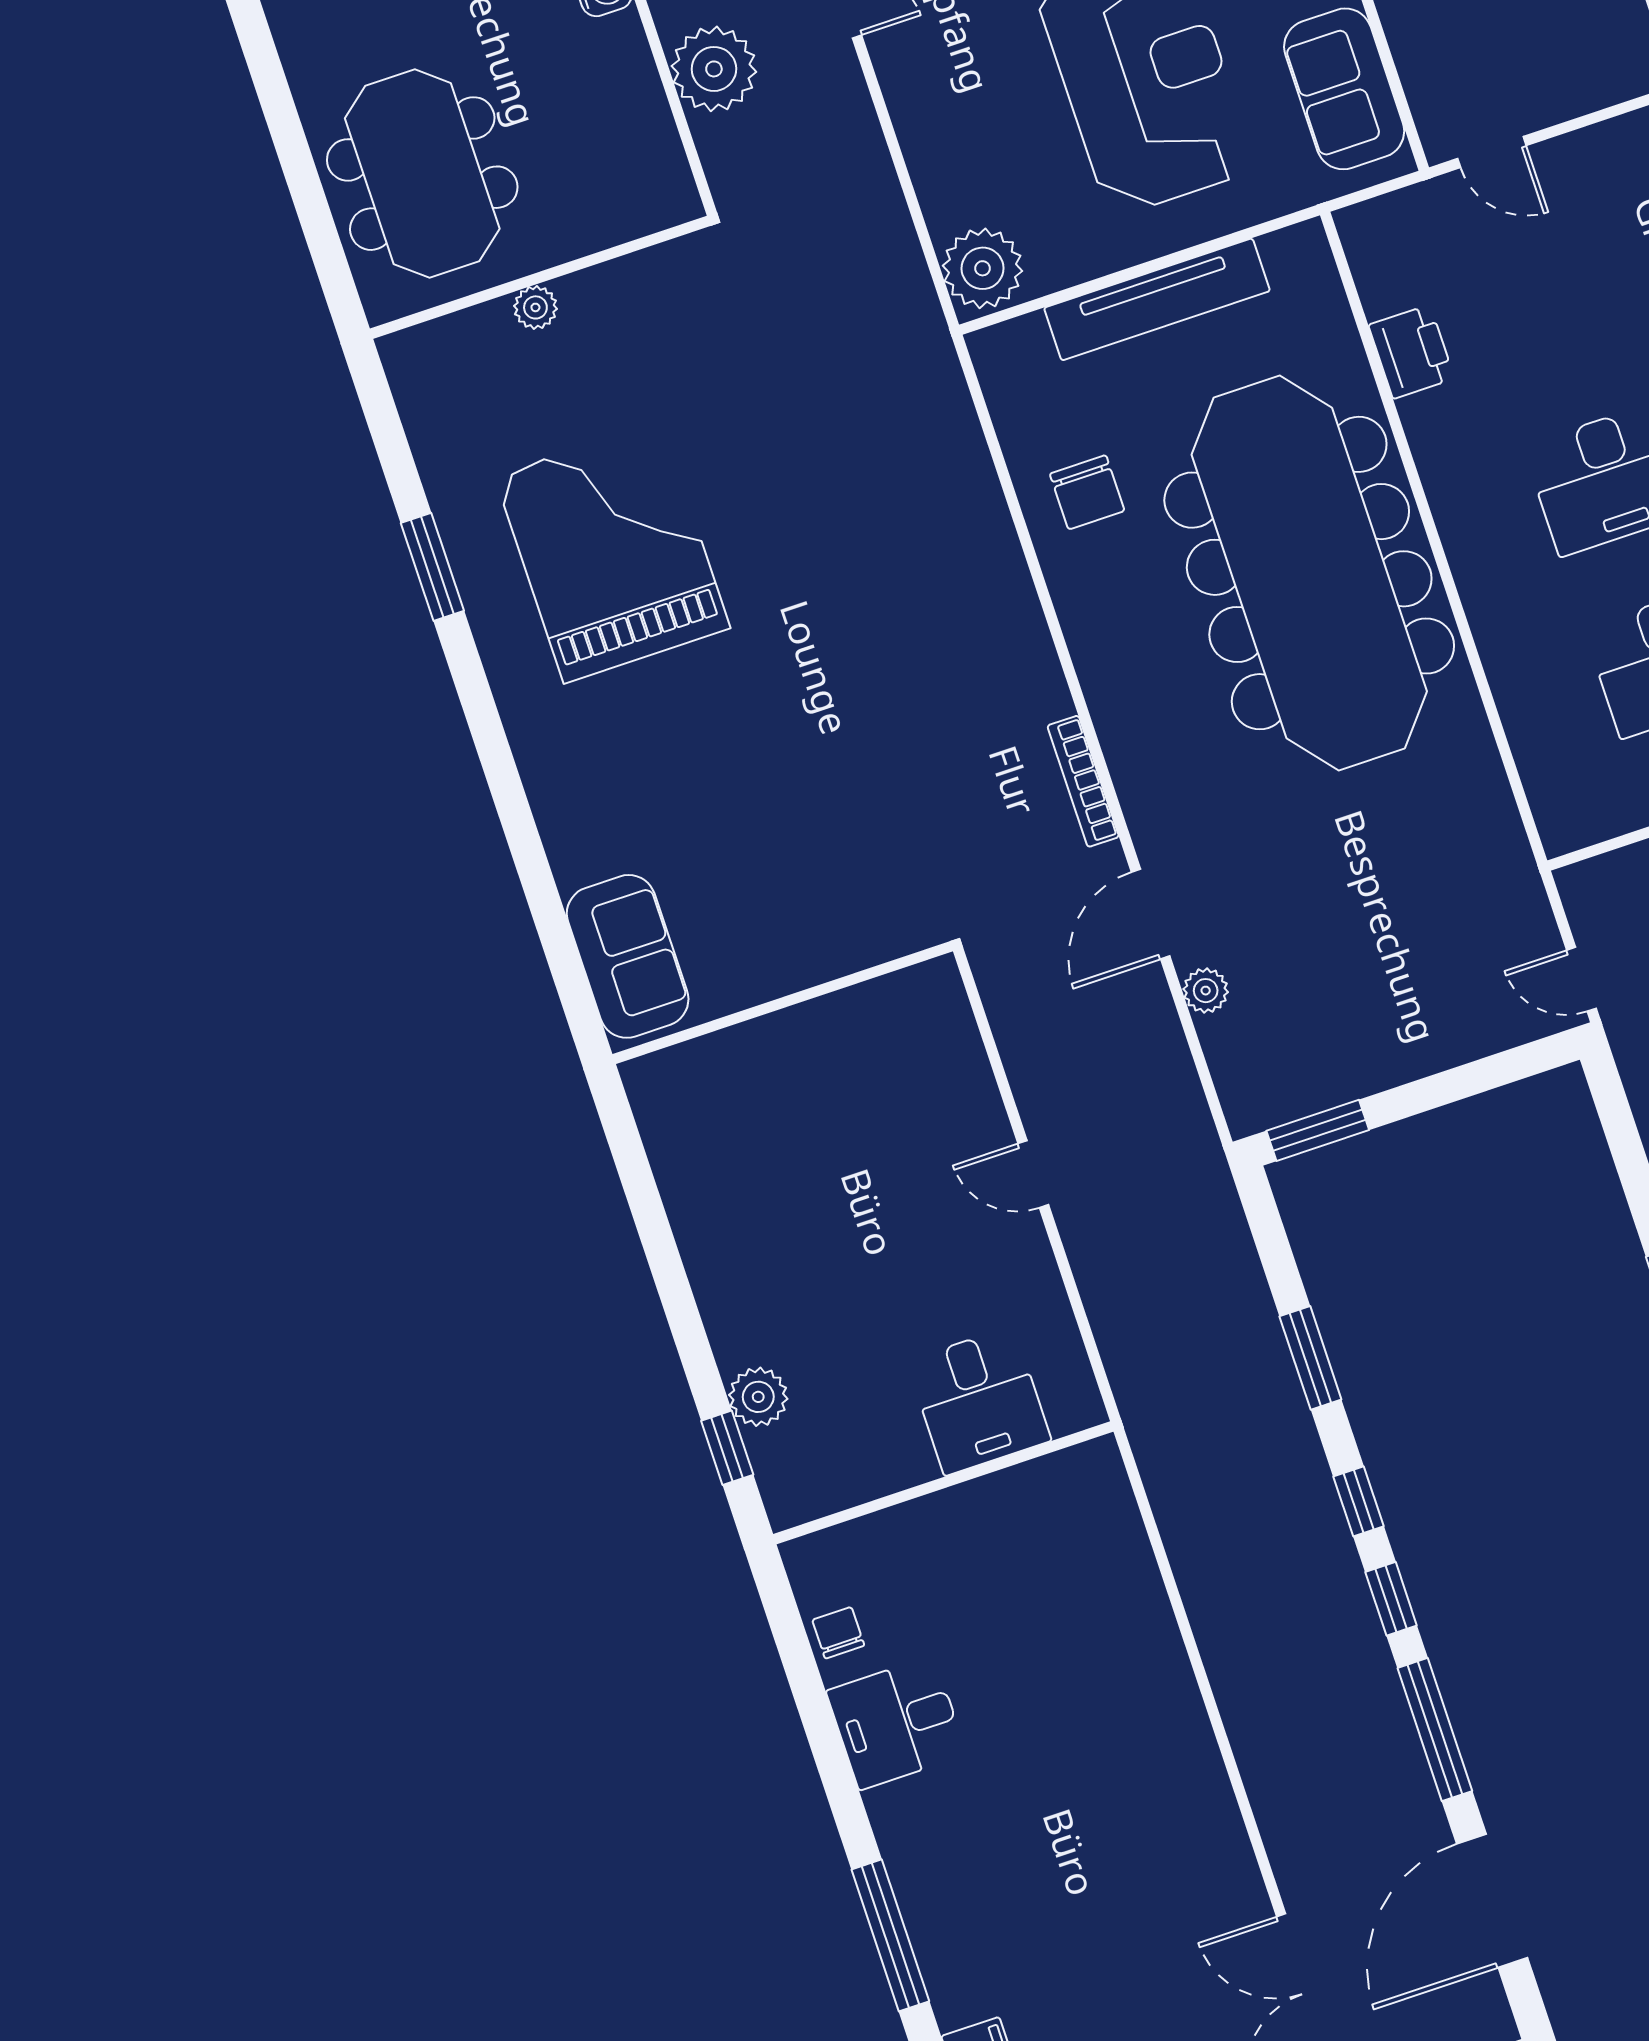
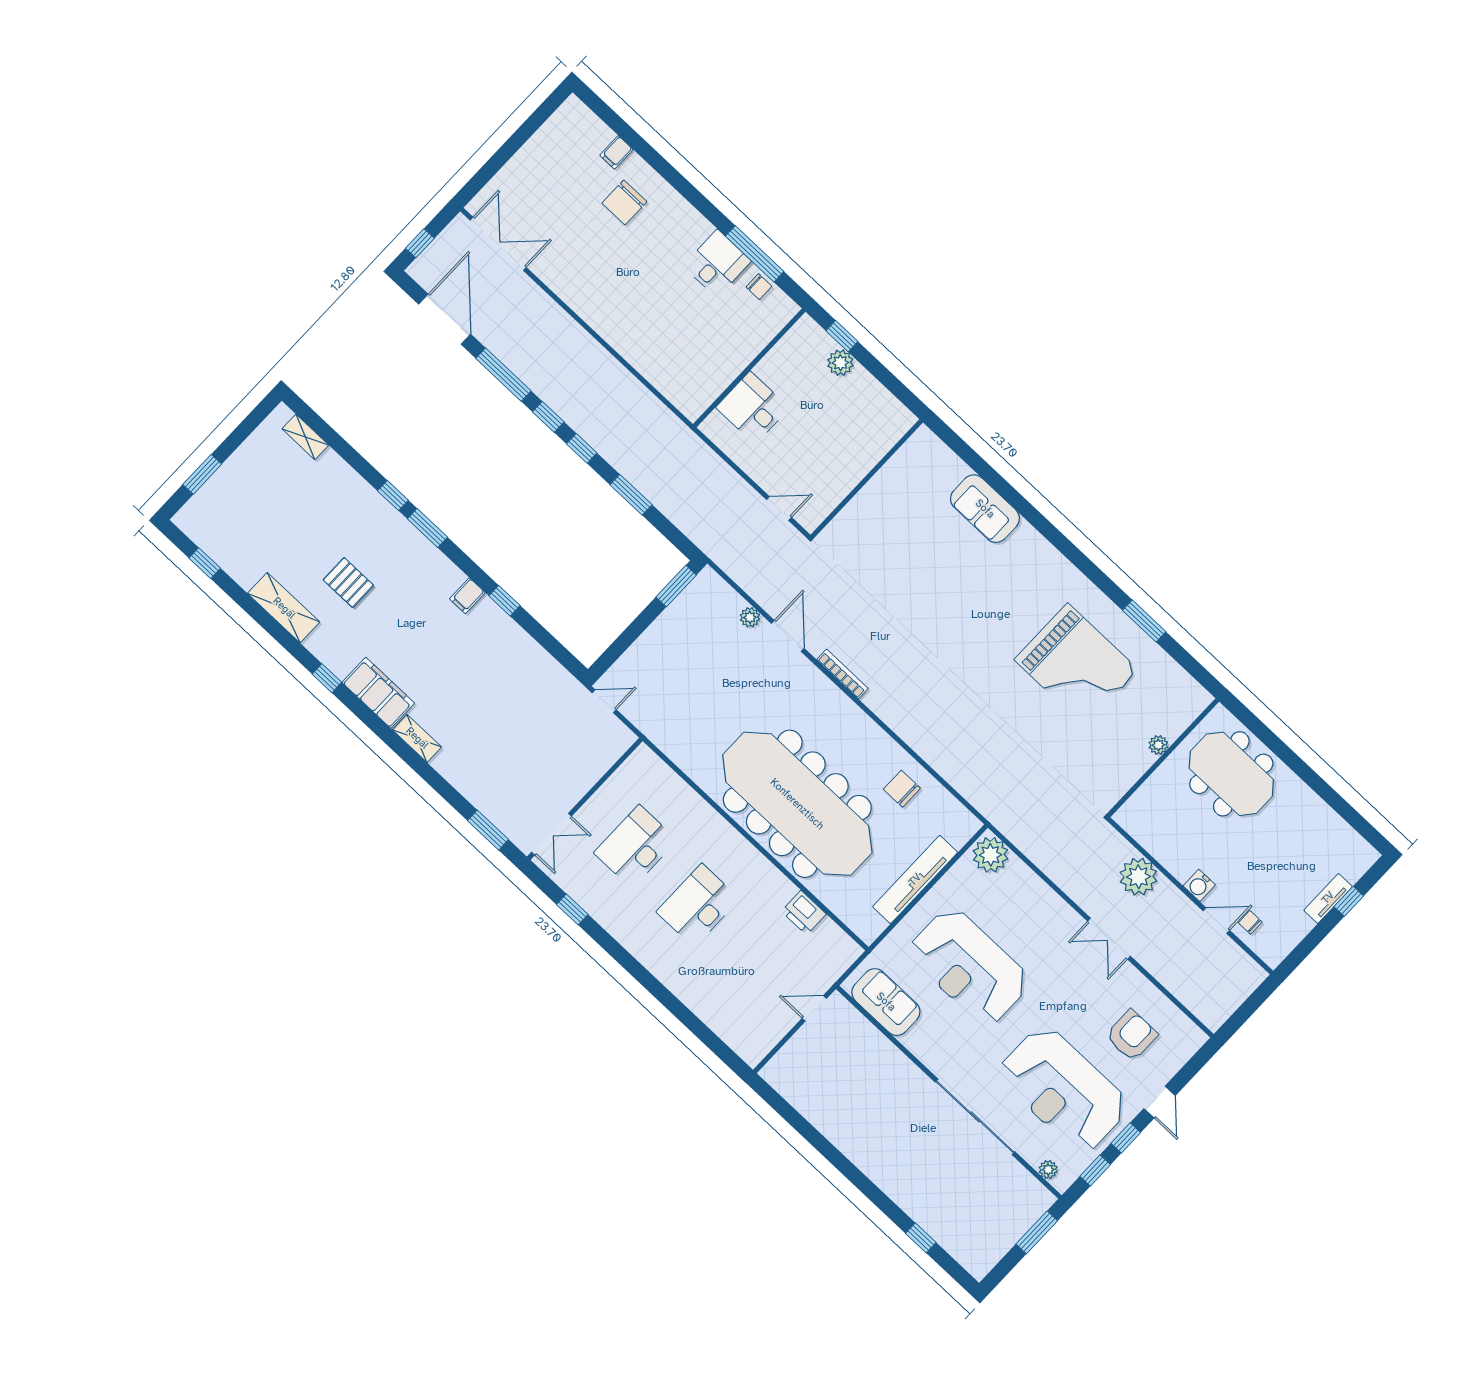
wall: (783, 1003) -> (867, 479), moved
window: (890, 1935) -> (755, 254), moved
chair: (1014, 1941) -> (624, 202), added

